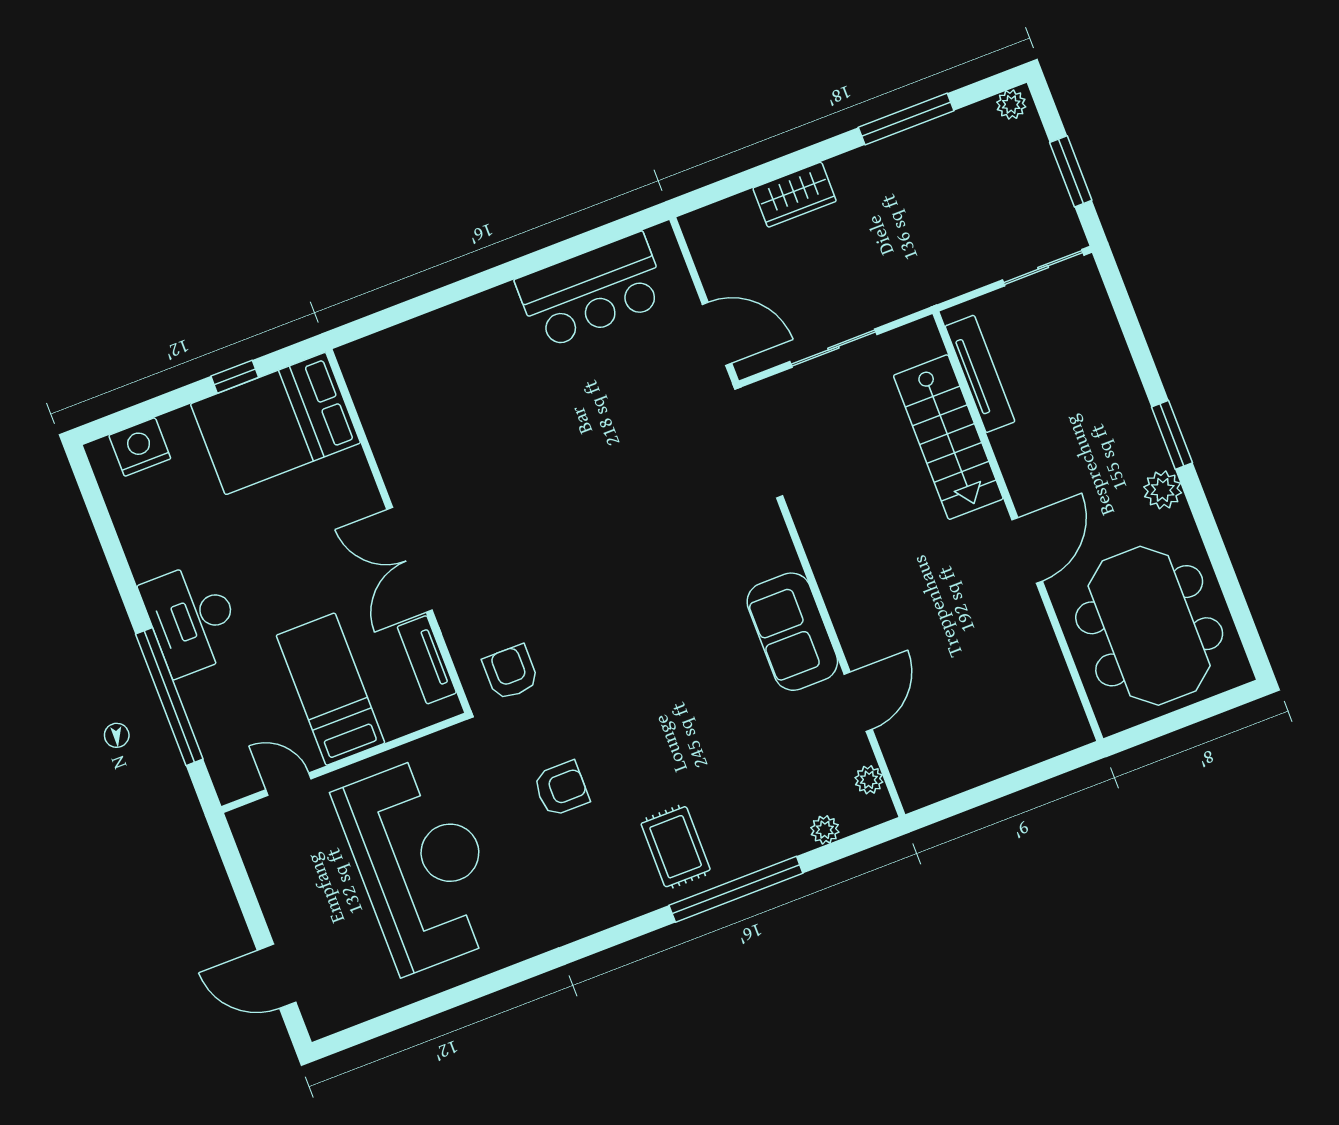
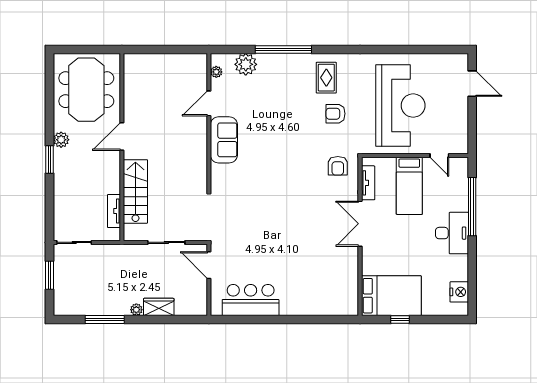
plant: (1011, 104) -> (136, 310), moved
tv unit: (980, 374) -> (114, 211), width x0.71
nightstand: (140, 447) -> (459, 292), moved, turned -90
double door: (409, 560) -> (360, 224), swing flipped
plant: (825, 830) -> (246, 64), width x1.87, depth x1.87
rug: (676, 847) -> (326, 78), moved
reception desk: (421, 864) -> (400, 106), turned 180

